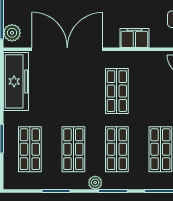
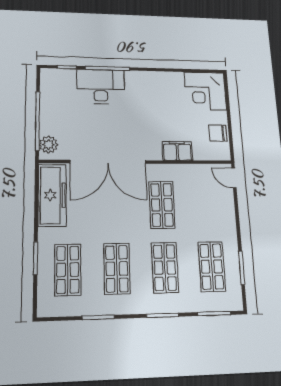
double door: (67, 49) -> (108, 162), swing flipped
plant: (95, 183) -> (142, 306), removed

